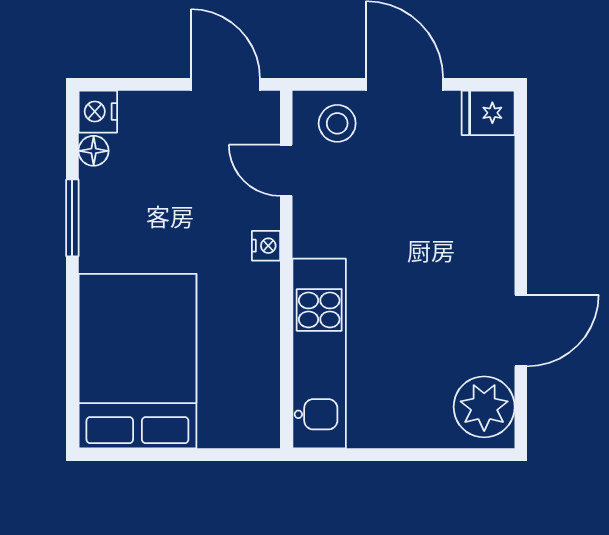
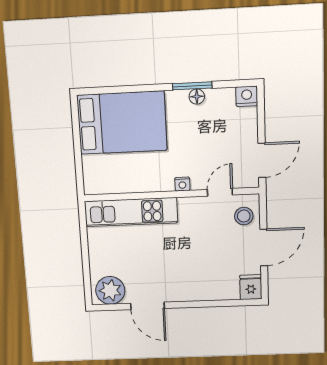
floor lamp: (94, 151) -> (197, 97), moved

